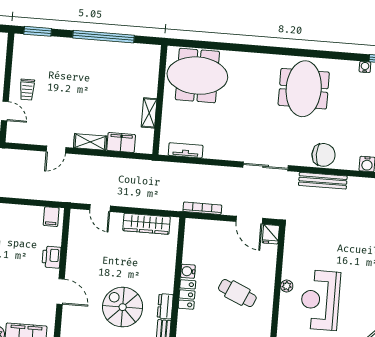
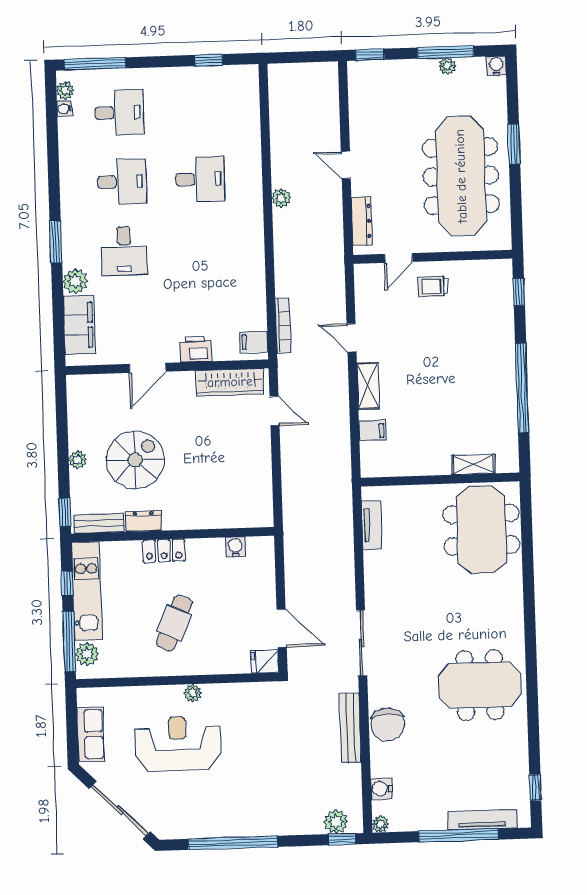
window: (38, 31) -> (519, 292), width x0.67
water cooler: (365, 67) -> (521, 770), removed
shelving: (149, 113) -> (473, 464), moved
filing cabinet: (121, 143) -> (372, 431), width x0.50
door: (100, 208) -> (274, 411), swing flipped
bookcase: (202, 208) -> (283, 326), moved
door: (249, 220) -> (282, 628), swing flipped
wardrobe: (147, 224) -> (230, 382), moved, turned -90
water cooler: (188, 271) -> (235, 547), moved

